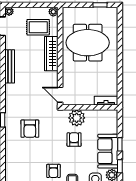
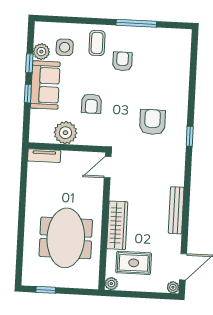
meeting table: (88, 43) -> (66, 238), turned 90
door: (60, 95) -> (108, 167), swing flipped
plant: (77, 118) -> (65, 133), moved

